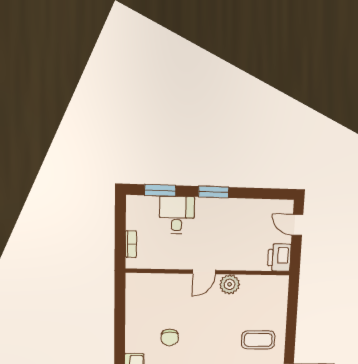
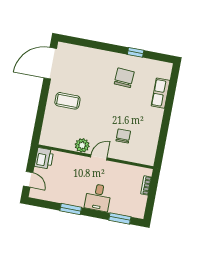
window: (214, 192) -> (71, 209), moved
desk: (177, 215) -> (98, 197), moved
chair: (170, 338) -> (123, 136), moved

